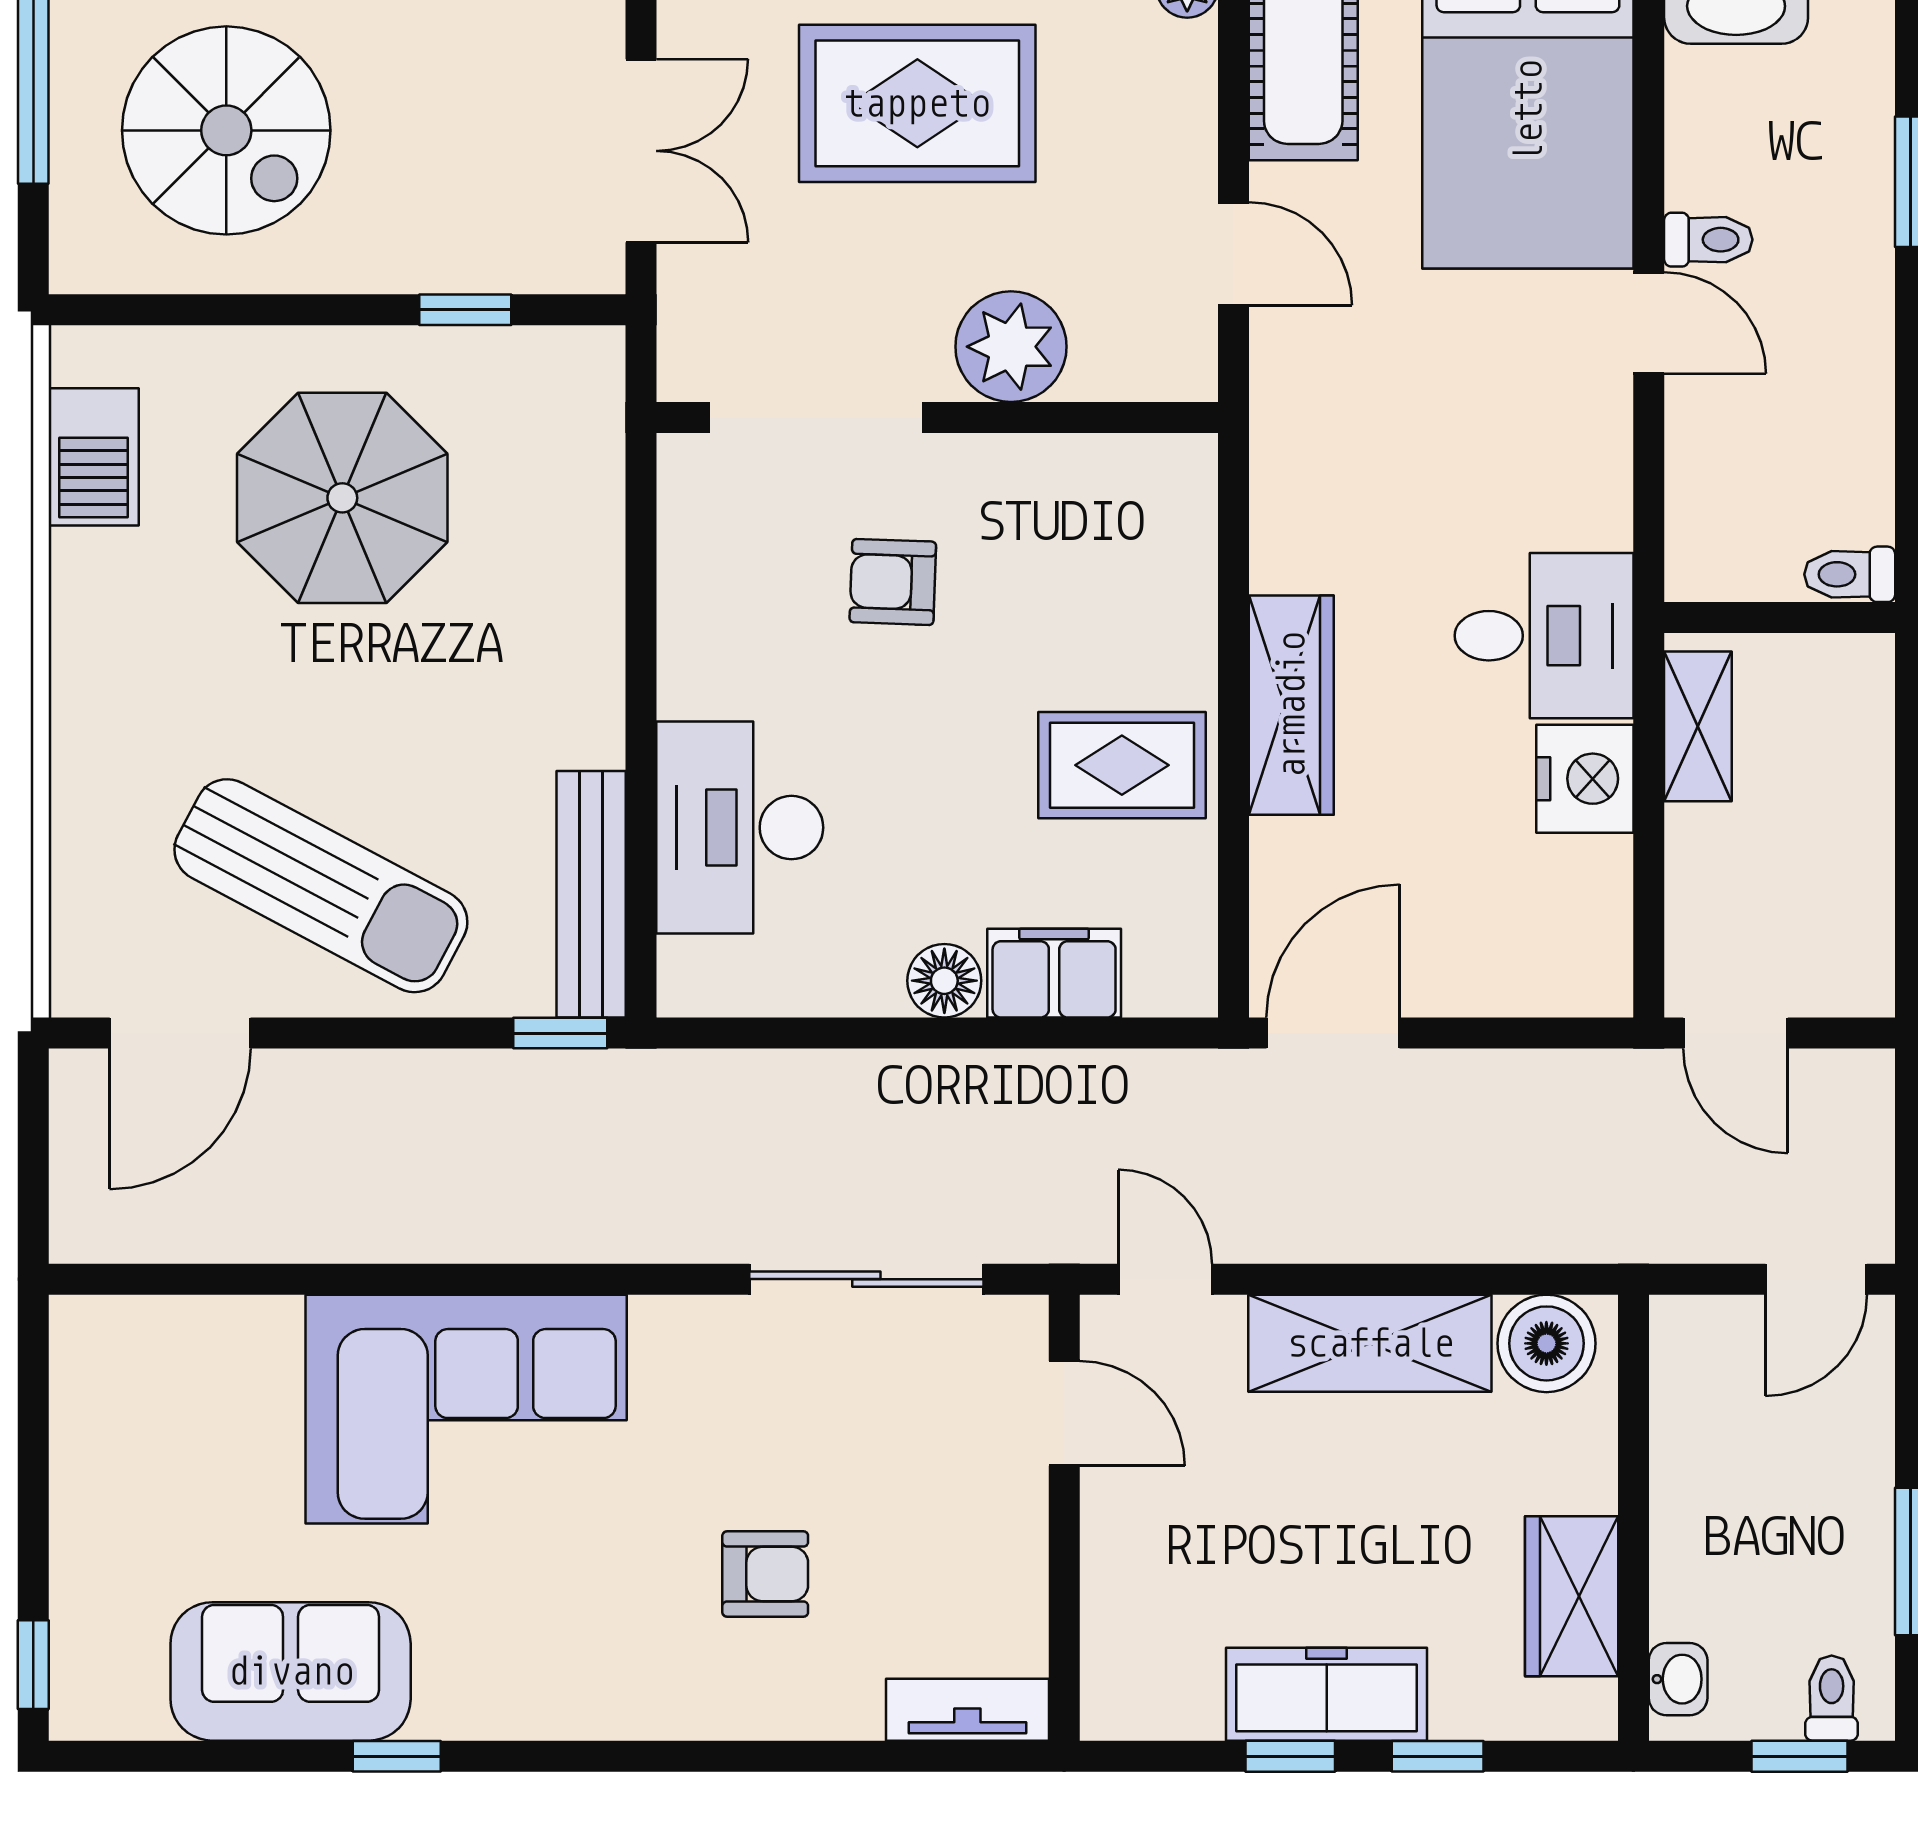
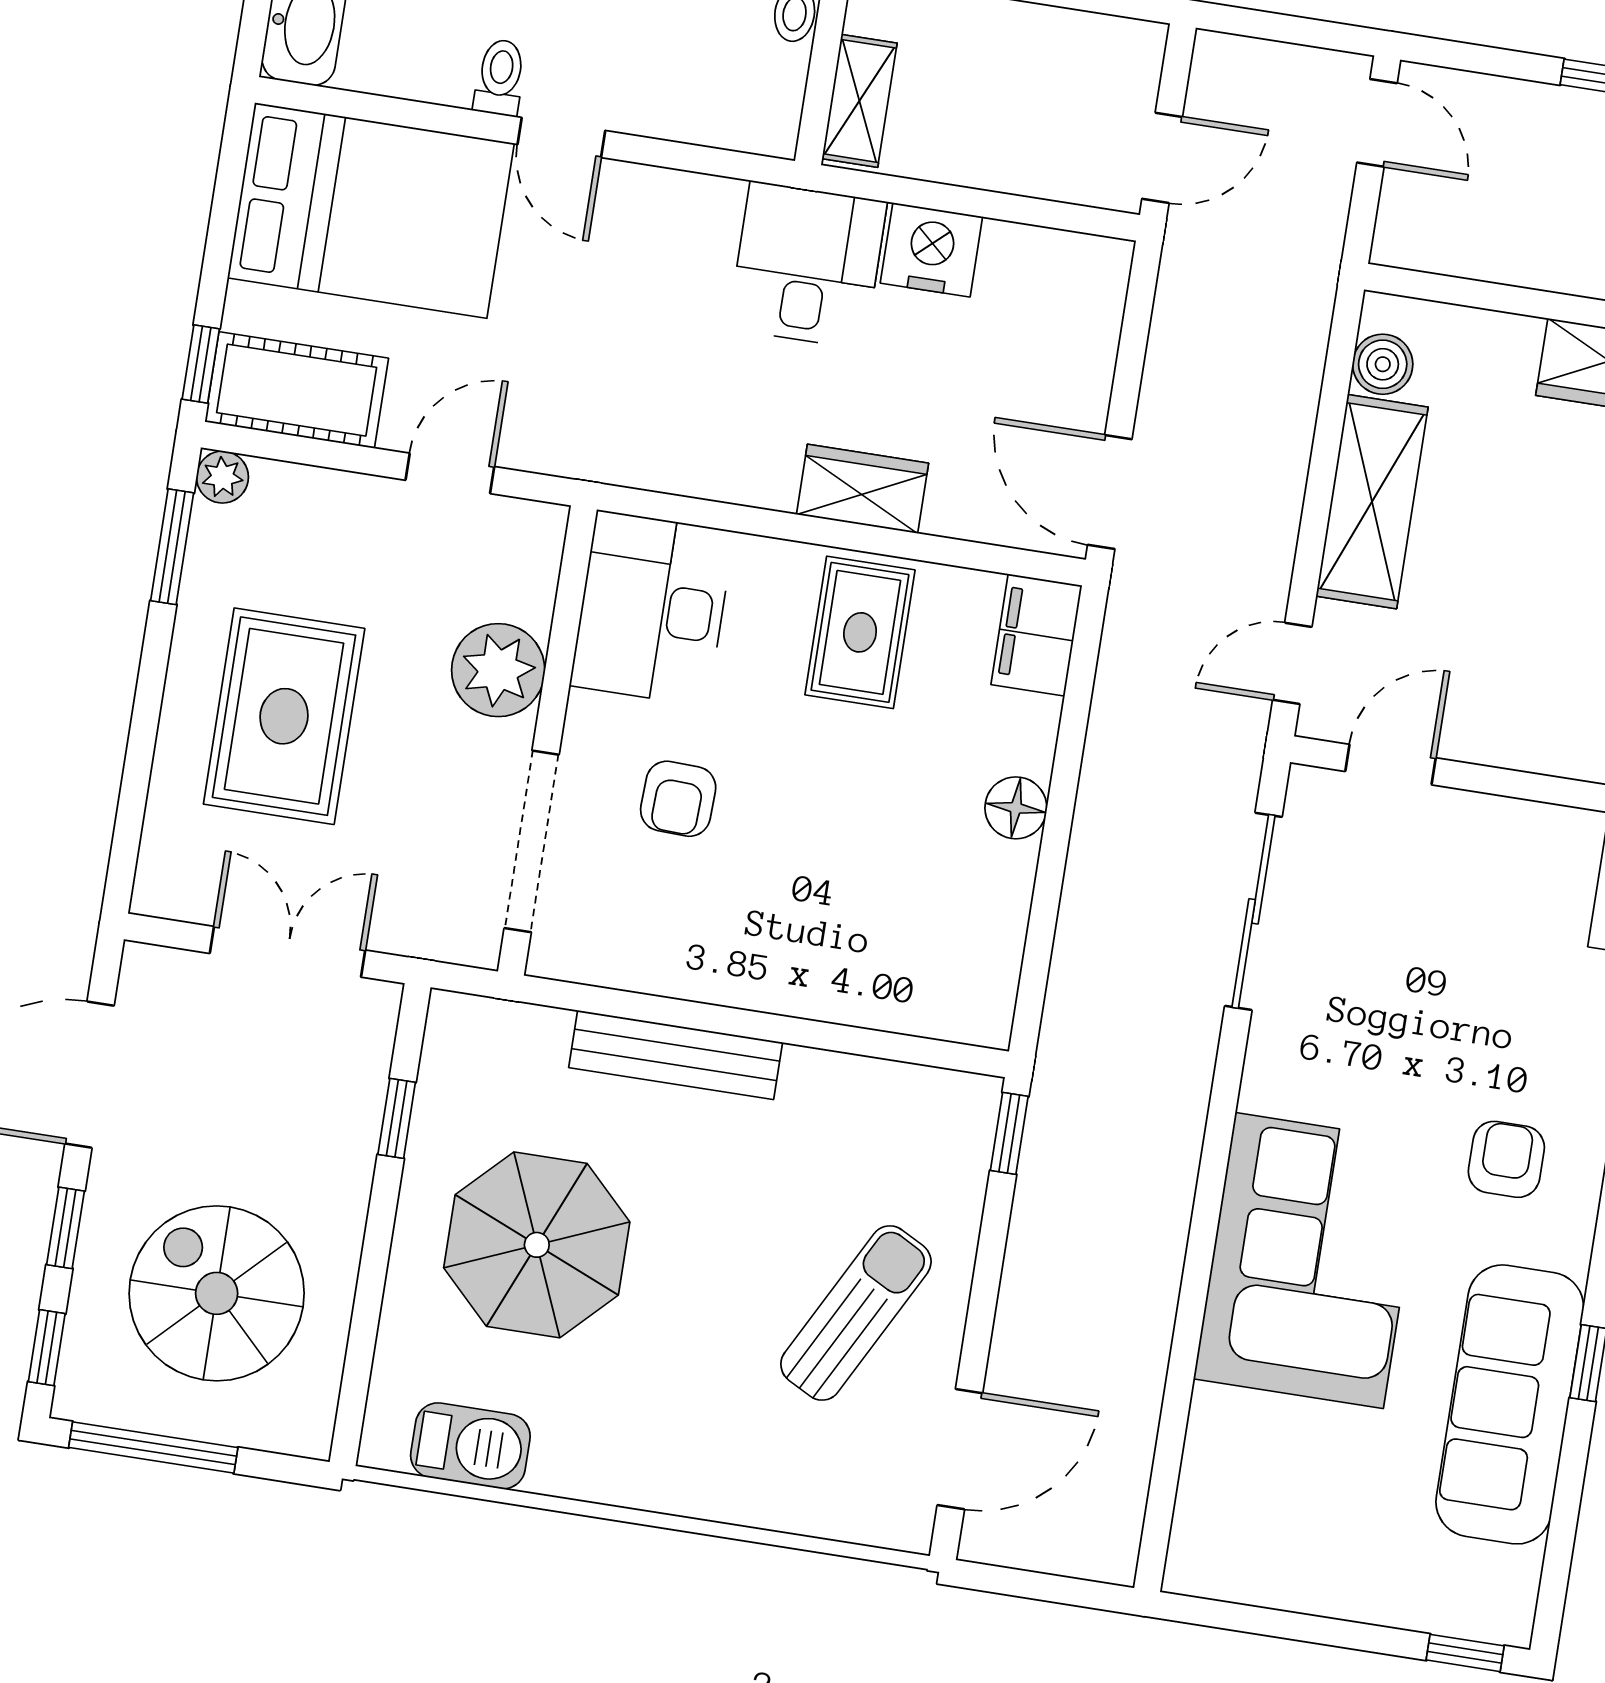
spiral stairs: (226, 130) -> (217, 1293), turned -90
door: (1649, 323) -> (561, 138), swing flipped
wardrobe: (1291, 705) -> (863, 489), width x0.67
shelving: (1698, 726) -> (859, 101), moved, turned 90
desk: (740, 828) -> (652, 608), moved, turned 90
sun lounger: (321, 886) -> (856, 1313), width x0.73, depth x0.75
bench: (591, 894) -> (676, 1055), moved
filing cabinet: (1054, 973) -> (1036, 635), moved
door: (180, 1033) -> (960, 1449), hinge flipped
boiler: (1546, 1343) -> (1383, 364), width x0.73, depth x0.73
armchair: (765, 1574) -> (1506, 1159), moved
sofa: (291, 1671) -> (1510, 1404), width x1.36

